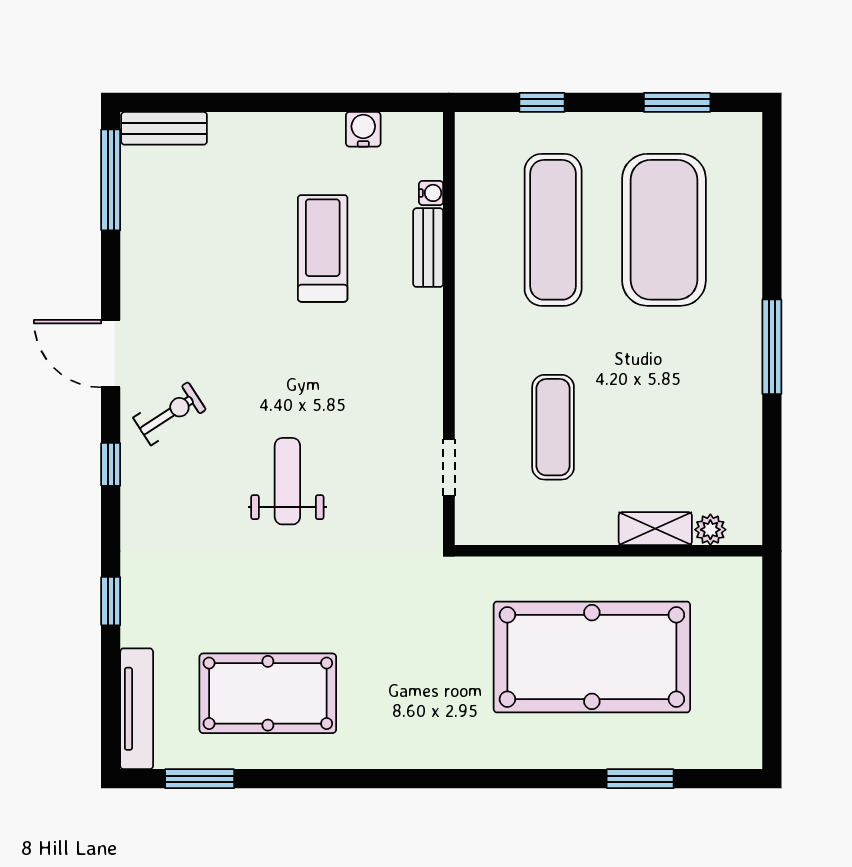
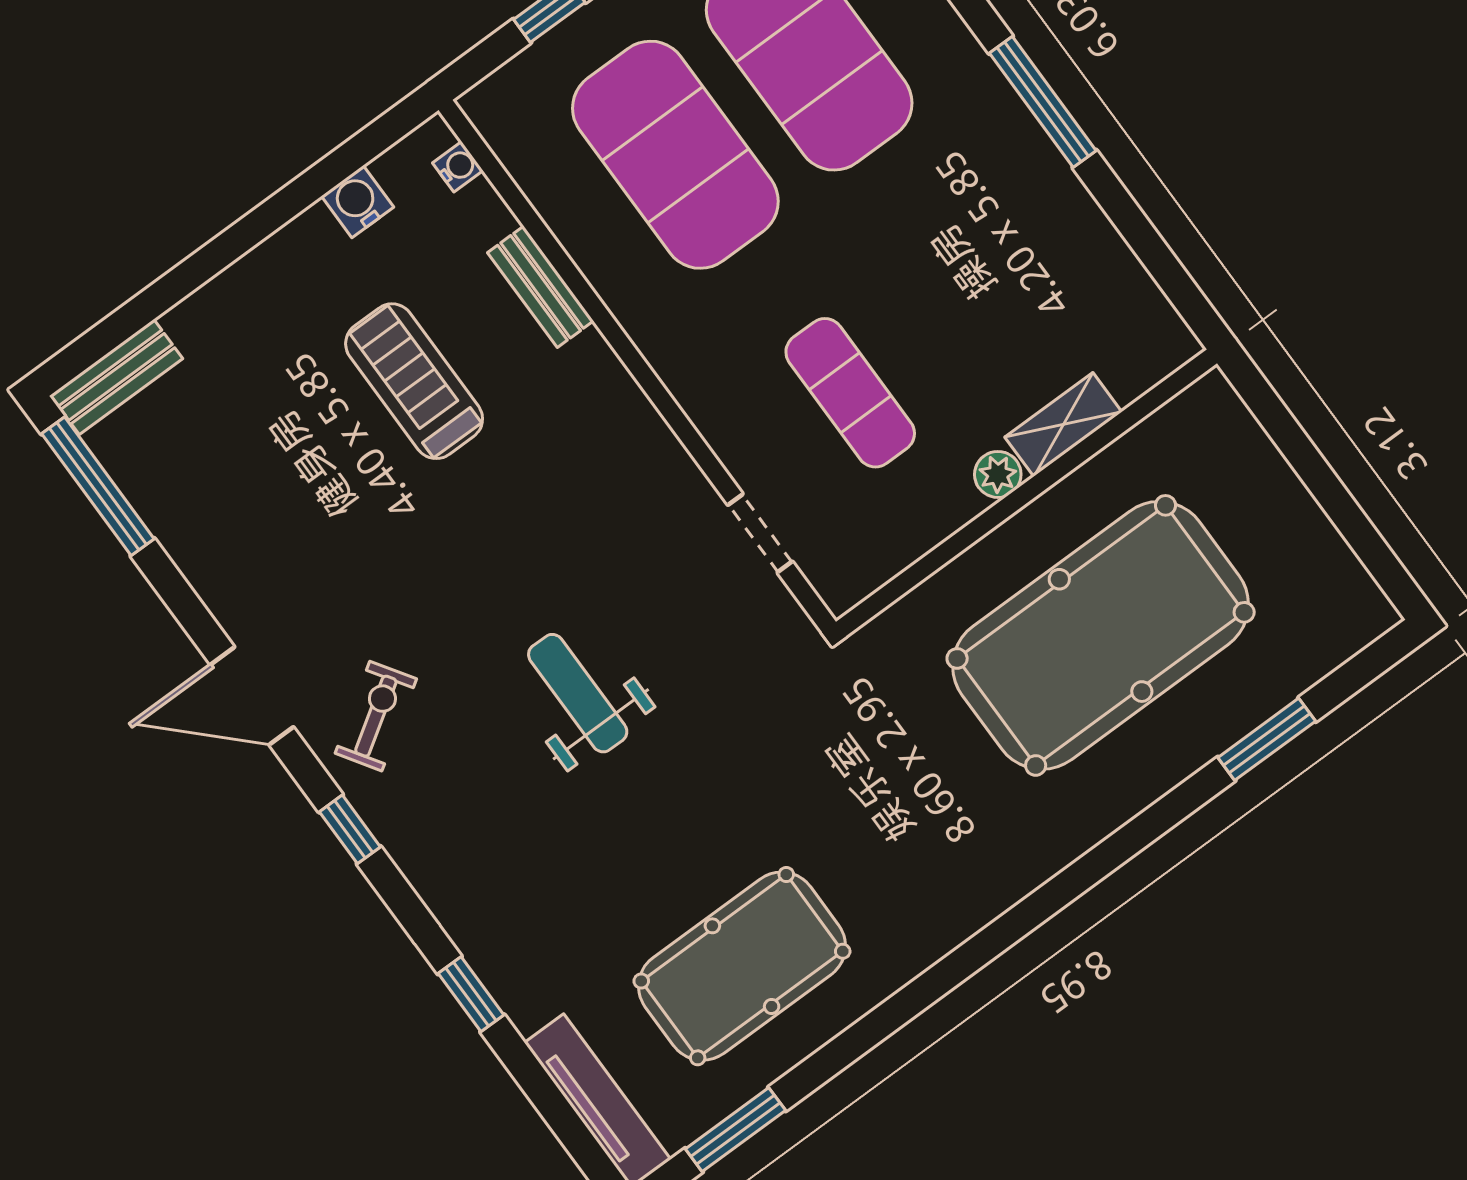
water cooler: (431, 193) -> (458, 167), moved
exercise mat: (553, 230) -> (675, 155), width x1.47
plant: (710, 530) -> (998, 474), moved

